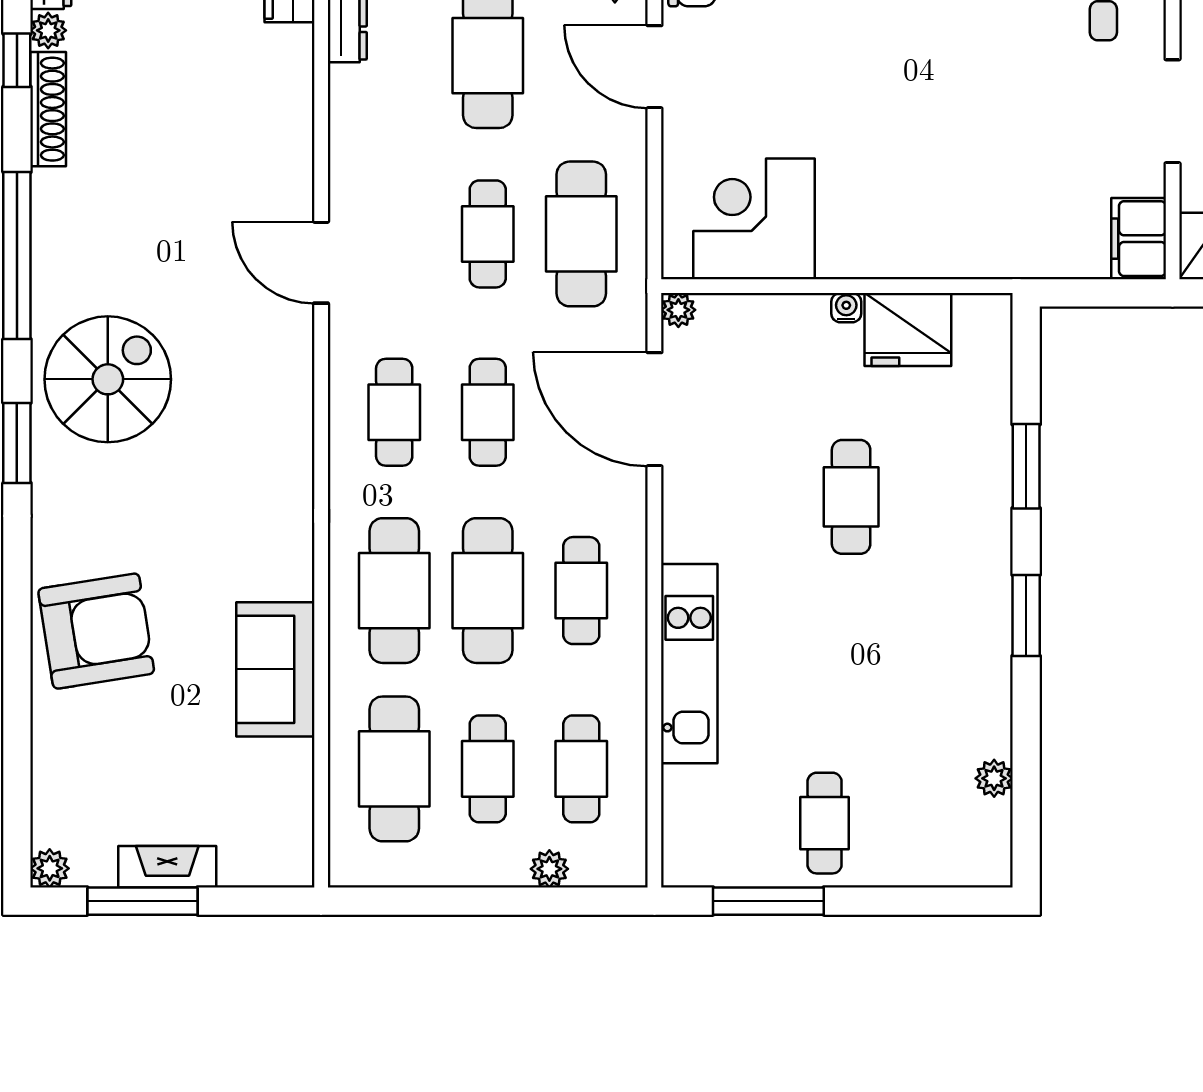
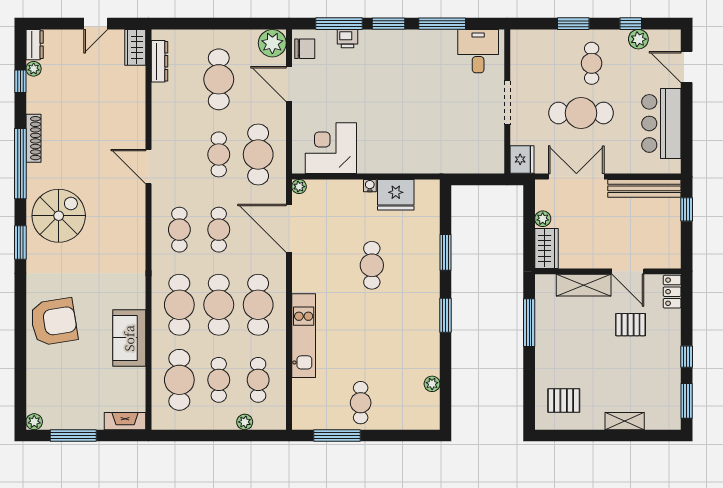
shoe rack: (48, 109) -> (34, 138), moved
filing cabinet: (1139, 239) -> (493, 156), removed
cafe table: (581, 591) -> (258, 305), width x1.37, depth x1.35
fireplace: (167, 867) -> (125, 421), moved

